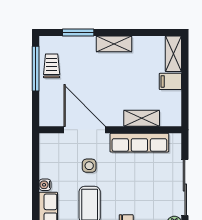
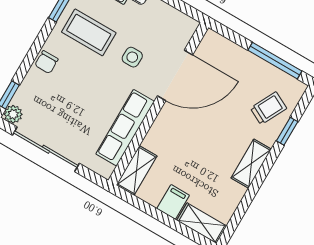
window: (78, 33) -> (287, 131), width x0.67
trolley: (52, 66) -> (268, 108), moved, turned -63
shelving: (142, 118) -> (137, 171), moved

